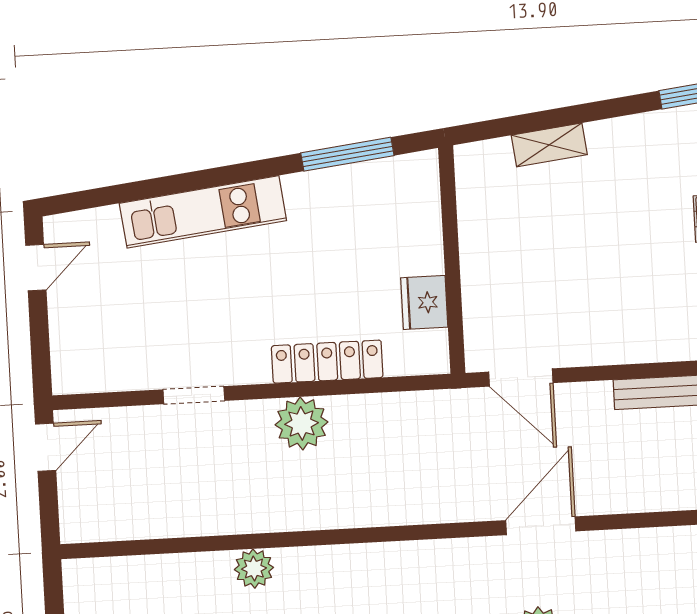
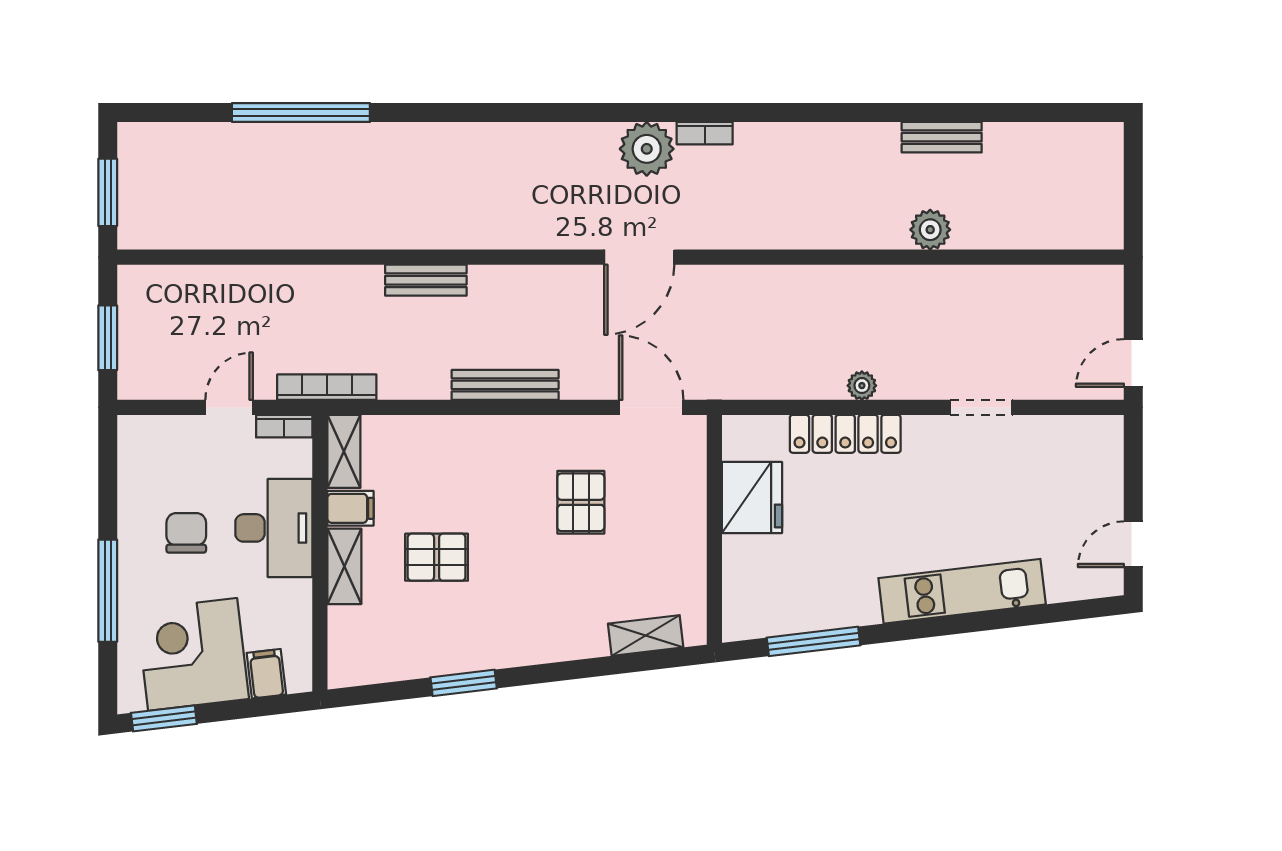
shelving: (549, 145) -> (646, 636), moved
pallet: (586, 280) -> (581, 502), added
fridge: (424, 302) -> (752, 498), width x1.36, depth x1.34
plant: (302, 423) -> (862, 386), width x0.53, depth x0.53

